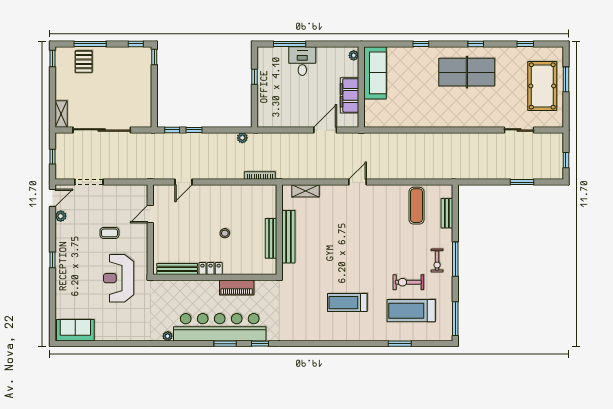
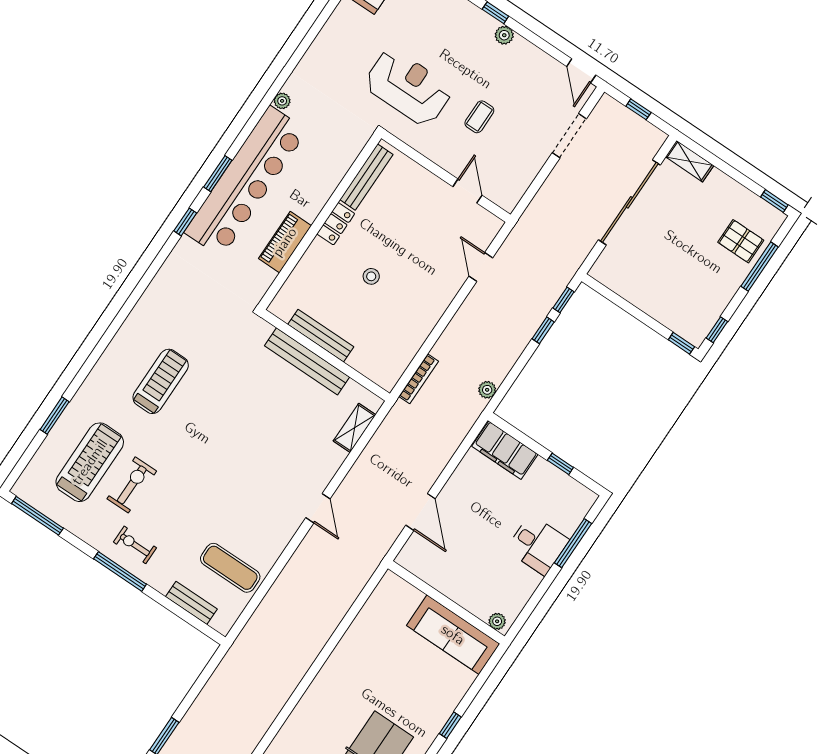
filing cabinet: (350, 95) -> (505, 450), moved, turned 180
plant: (61, 216) -> (504, 35), moved

